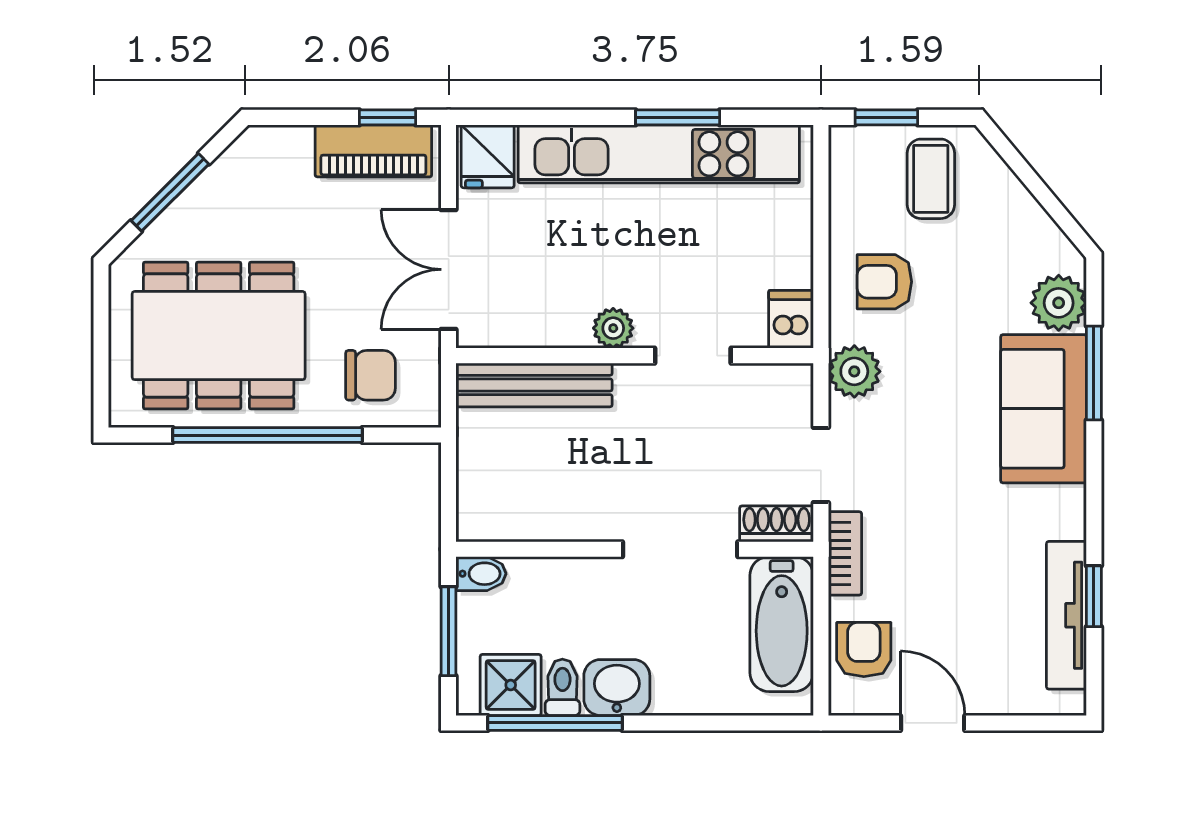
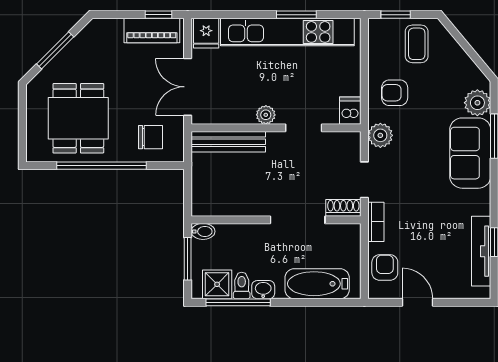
dining table: (219, 336) -> (78, 118), width x0.73
bathtub: (782, 624) -> (317, 284), moved, turned 90
washbasin: (617, 688) -> (263, 290), width x0.72, depth x0.69

